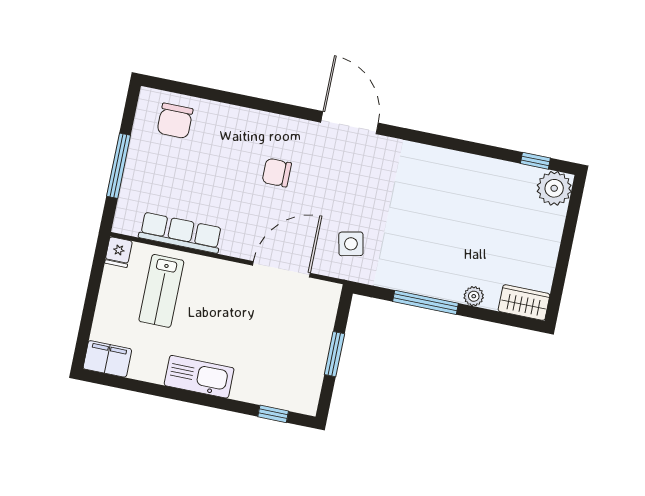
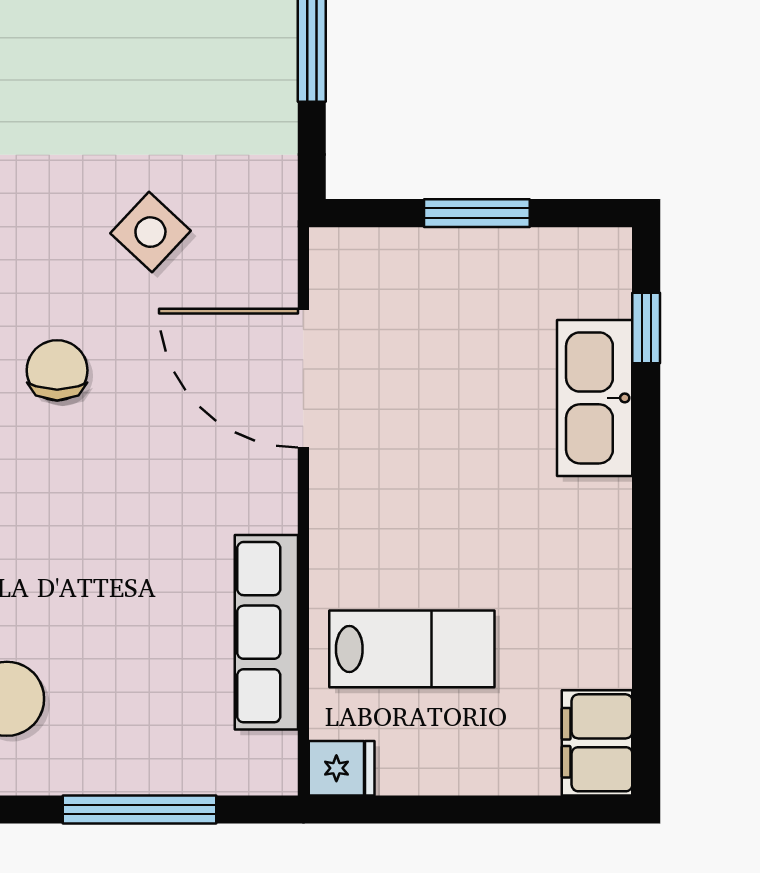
chair: (277, 173) -> (57, 370), moved, turned 180
side table: (351, 244) -> (150, 232), moved, turned -35
kitchen sink: (199, 377) -> (595, 398), moved

